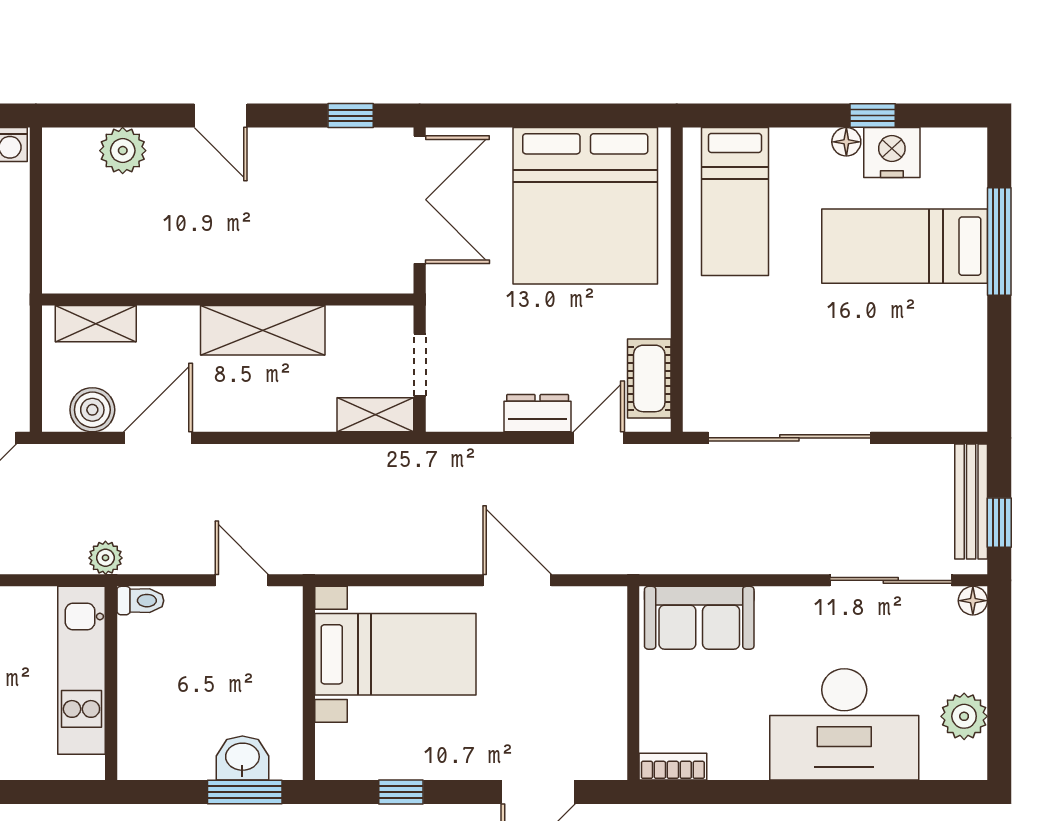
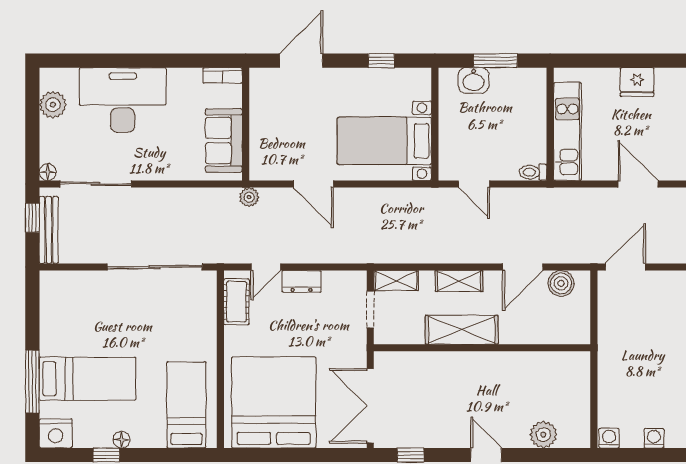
nightstand: (892, 152) -> (56, 433), moved
shelving: (96, 324) -> (459, 281), moved
plant: (105, 558) -> (249, 197), moved
sofa: (699, 618) -> (224, 140), moved, turned -90
window: (245, 792) -> (495, 61), moved

